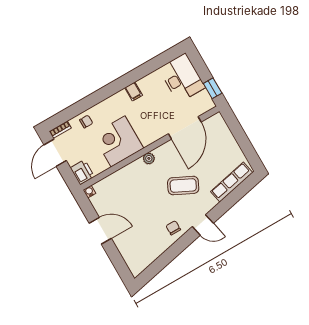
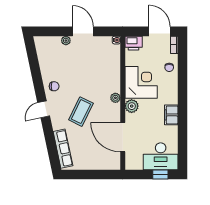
window: (213, 88) -> (160, 174), moved
filing cabinet: (134, 92) -> (171, 115), width x2.00
plant: (148, 137) -> (132, 106), added
door: (100, 231) -> (83, 31), swing flipped
plant: (120, 243) -> (66, 41), added

